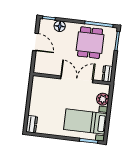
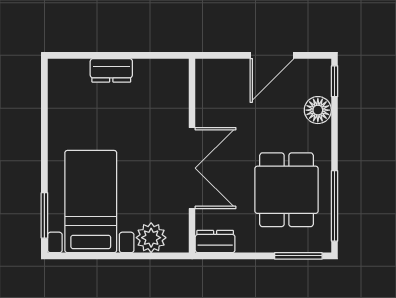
dining table: (90, 43) -> (286, 190), turned 90
dresser: (32, 124) -> (111, 70), moved

